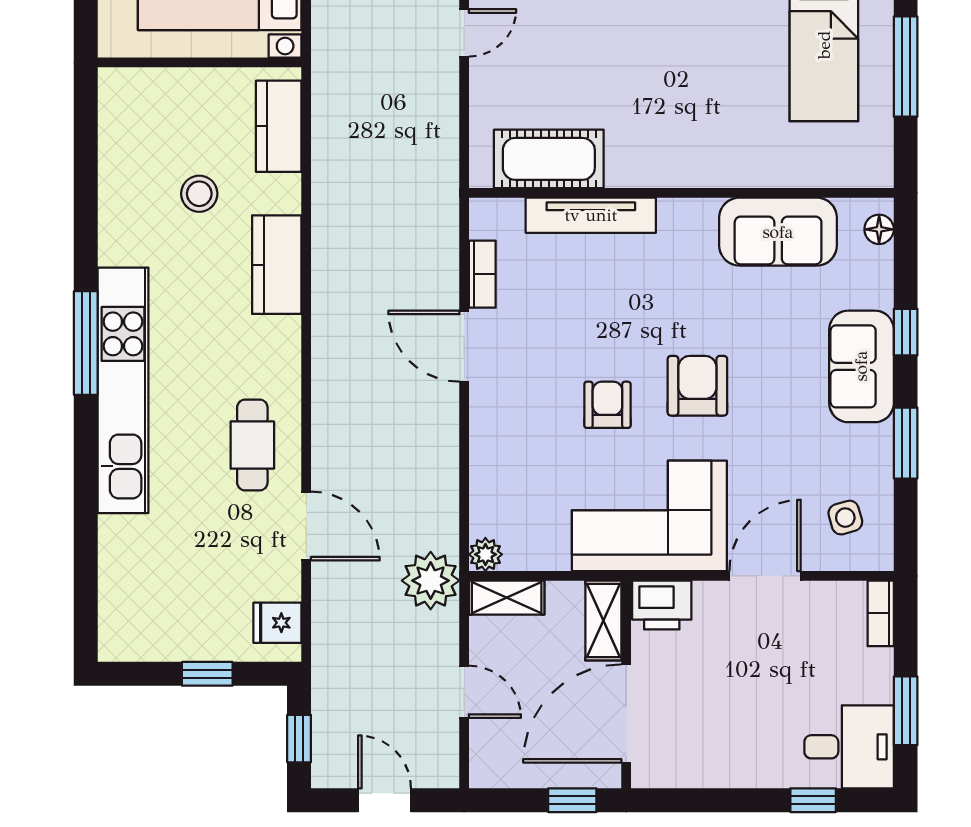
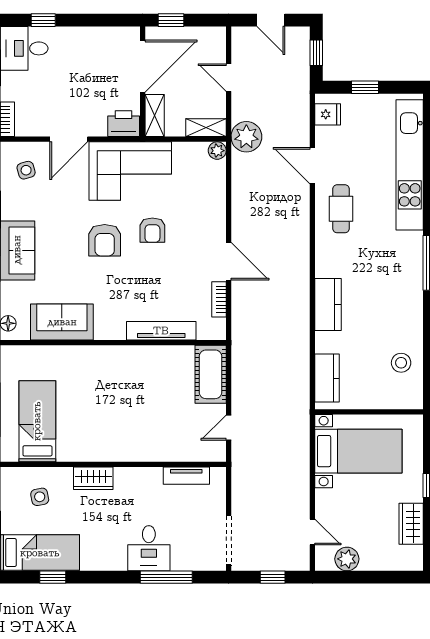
cot: (549, 159) -> (211, 374), moved, turned 90
stool: (199, 194) -> (401, 363), moved
kitchen unit: (123, 390) -> (410, 165), moved

